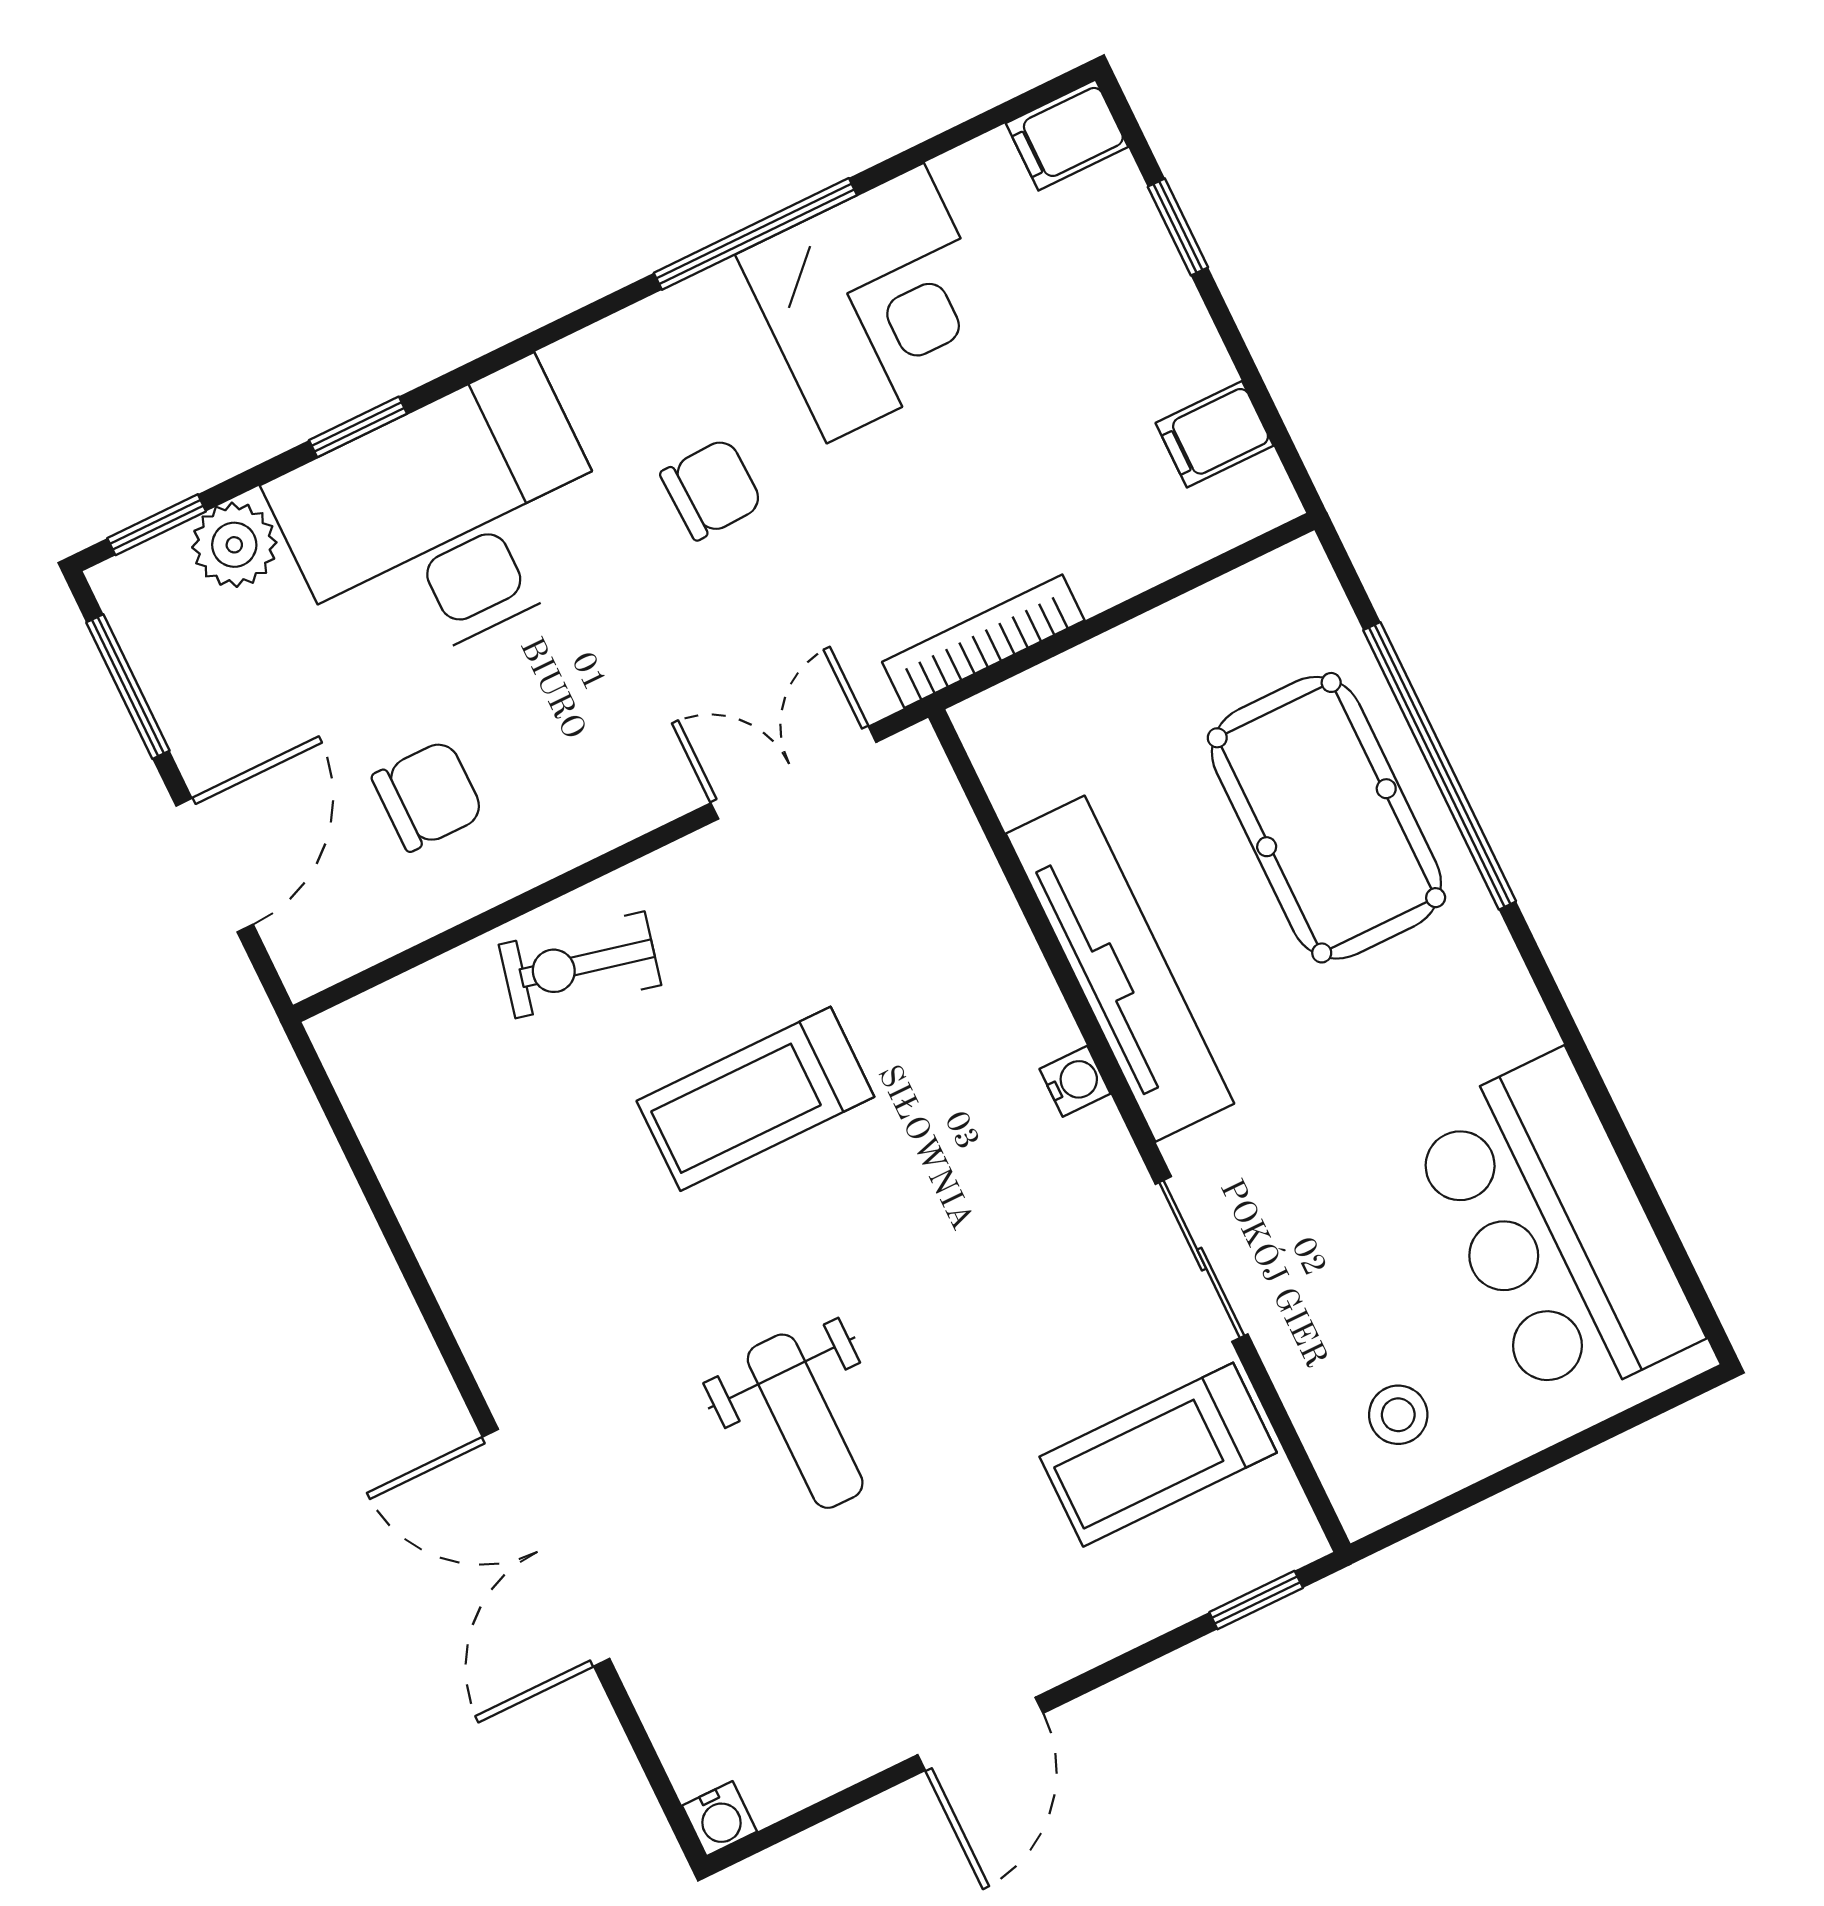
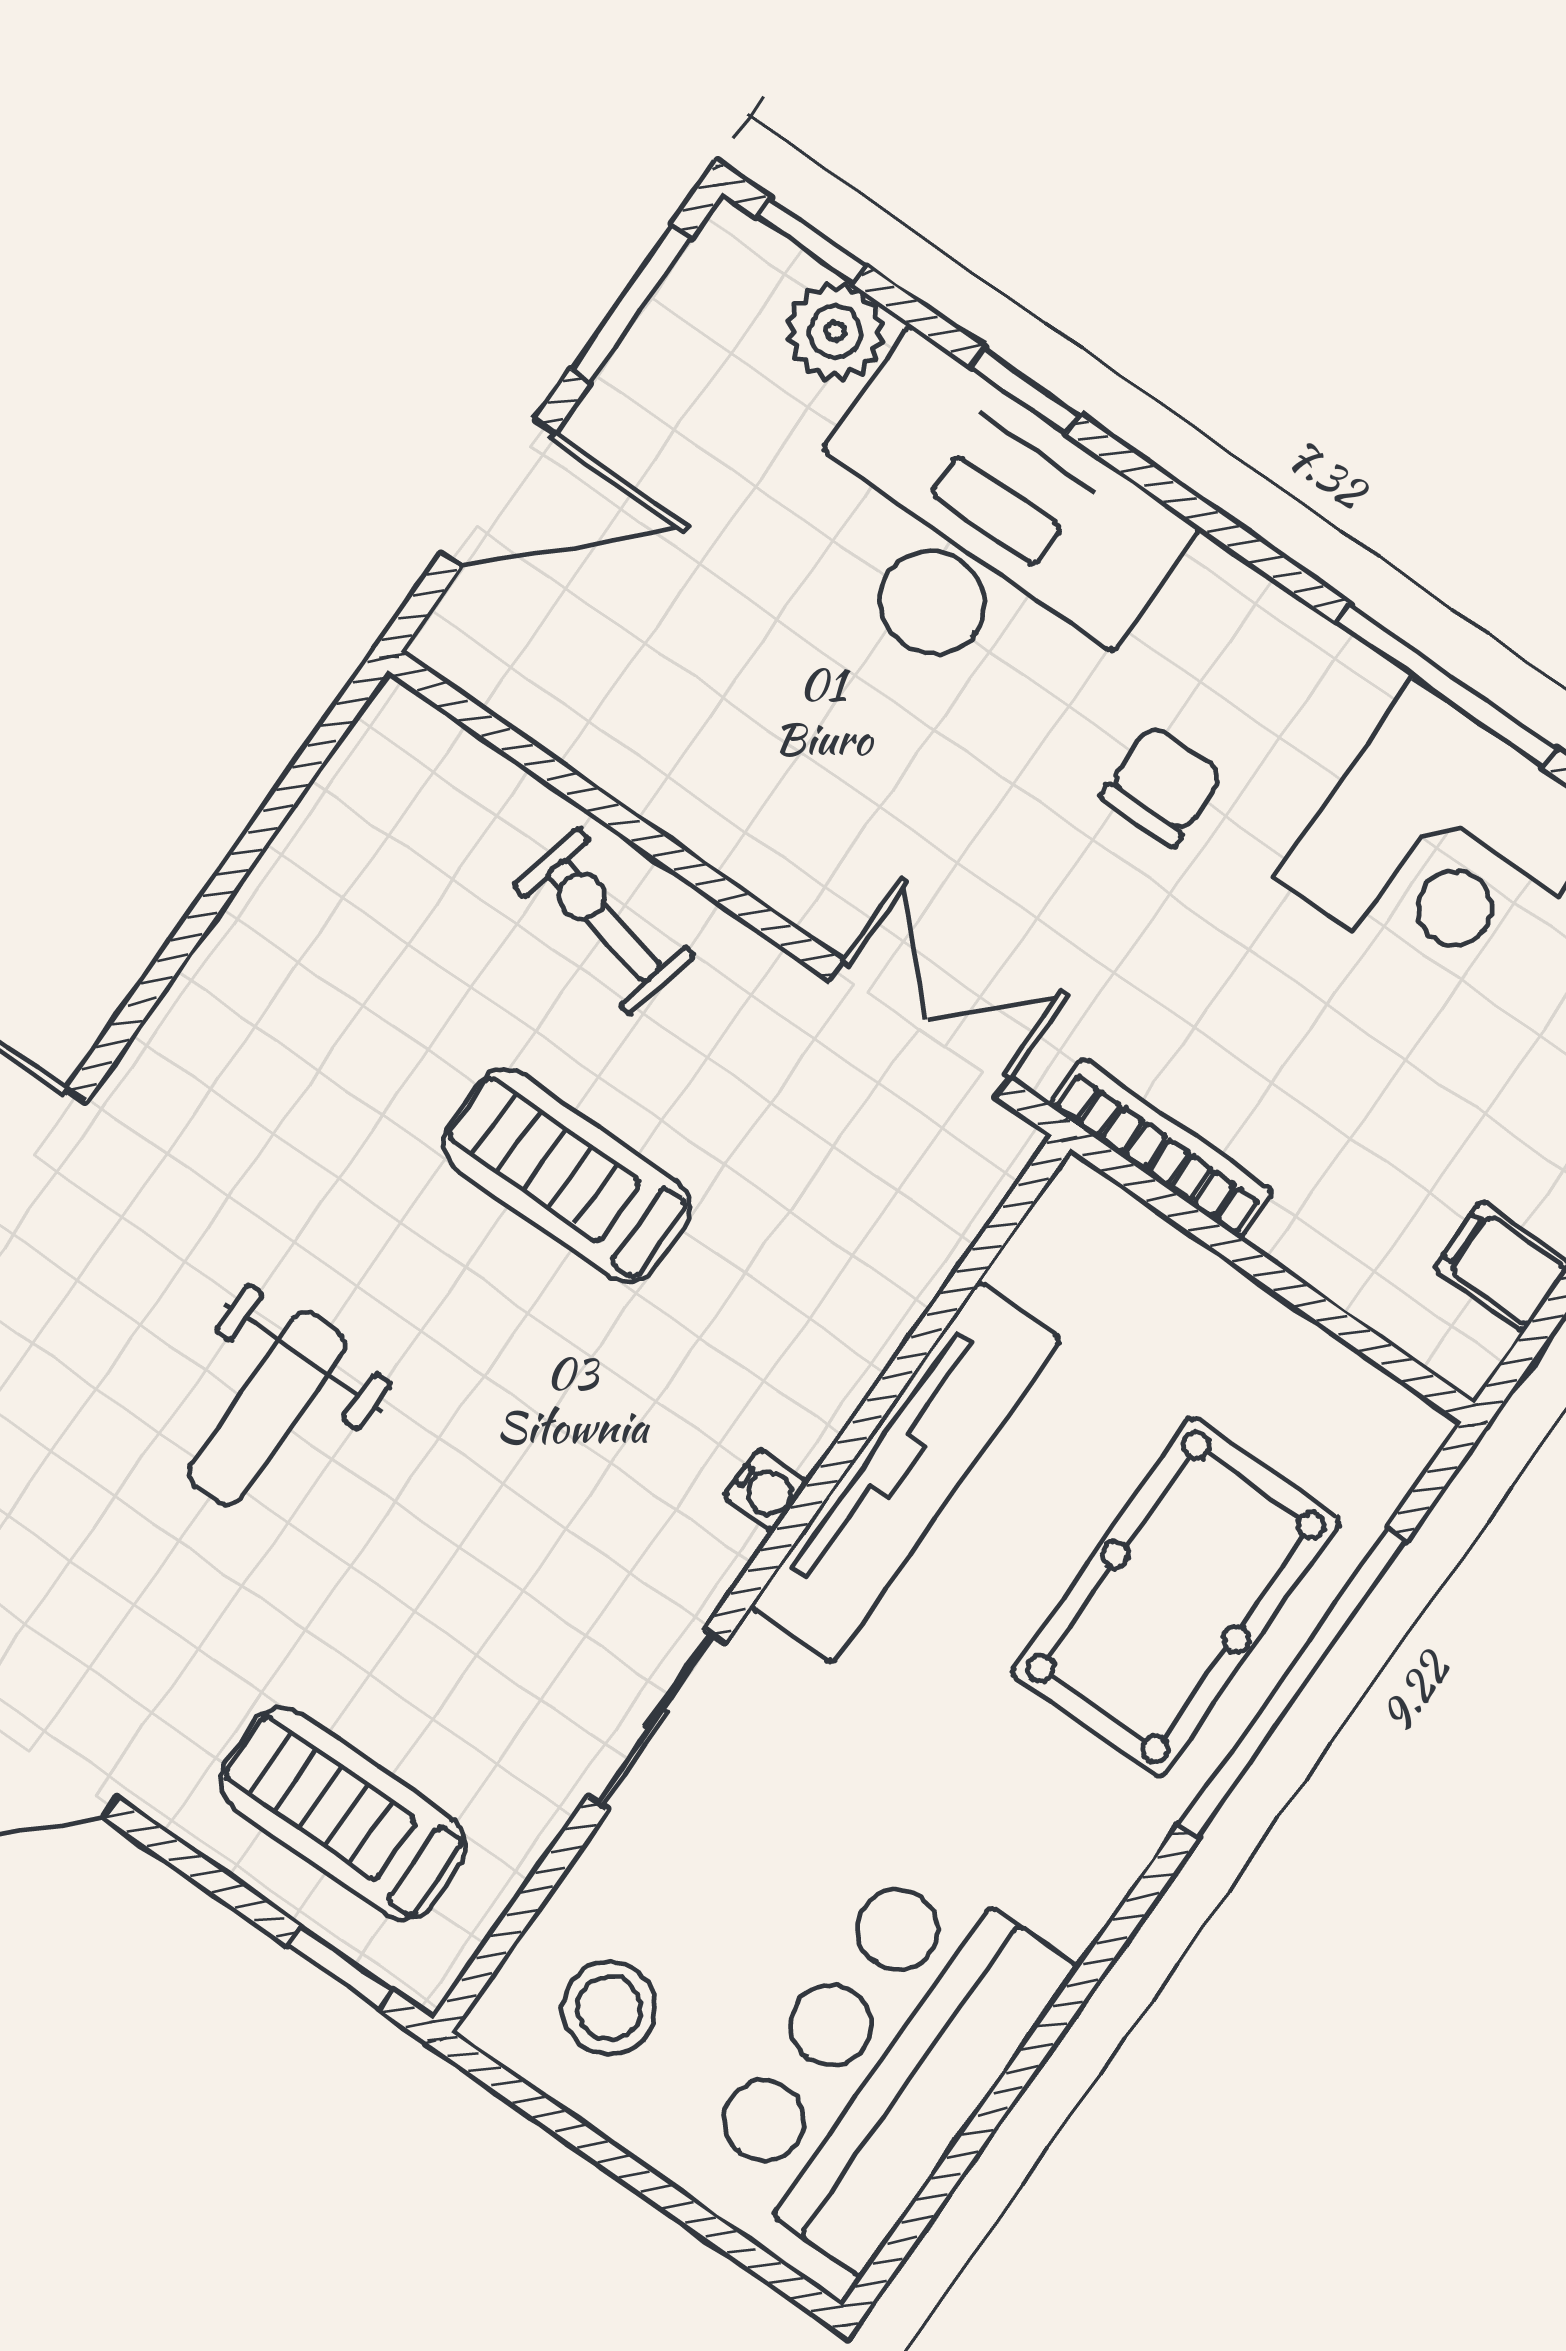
chair: (712, 489) -> (1162, 786), turned -88
chair: (428, 796) -> (690, 671), removed
stool: (1398, 1415) -> (609, 2008), width x1.37, depth x1.37
treadmill: (1158, 1455) -> (343, 1814), moved

